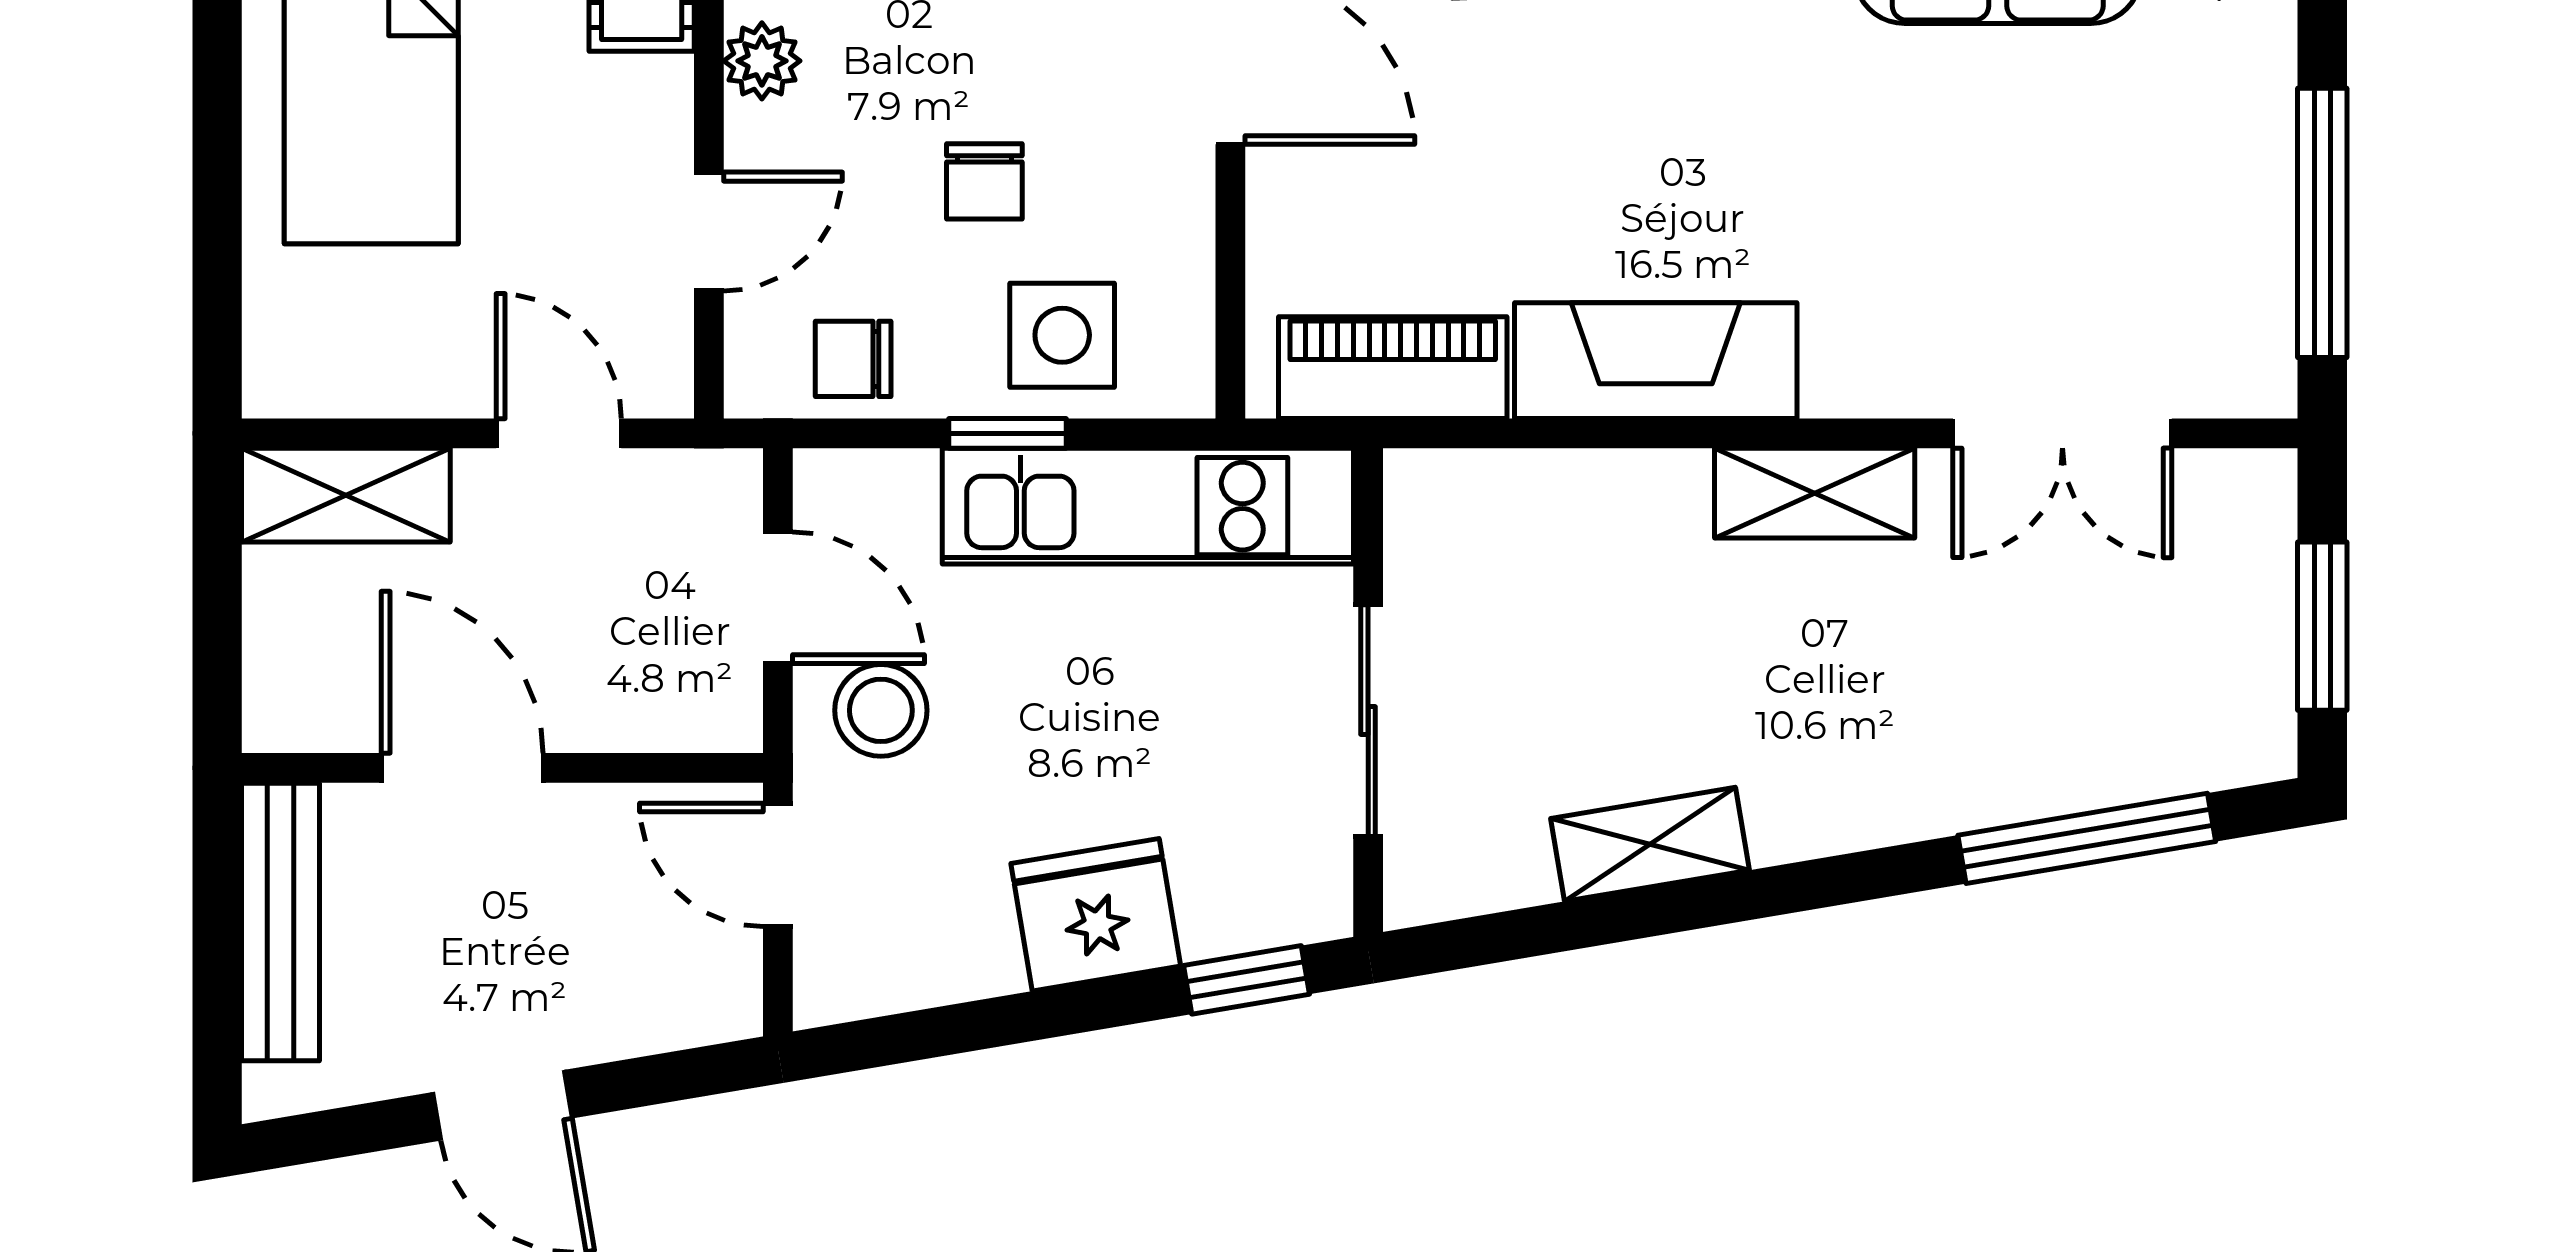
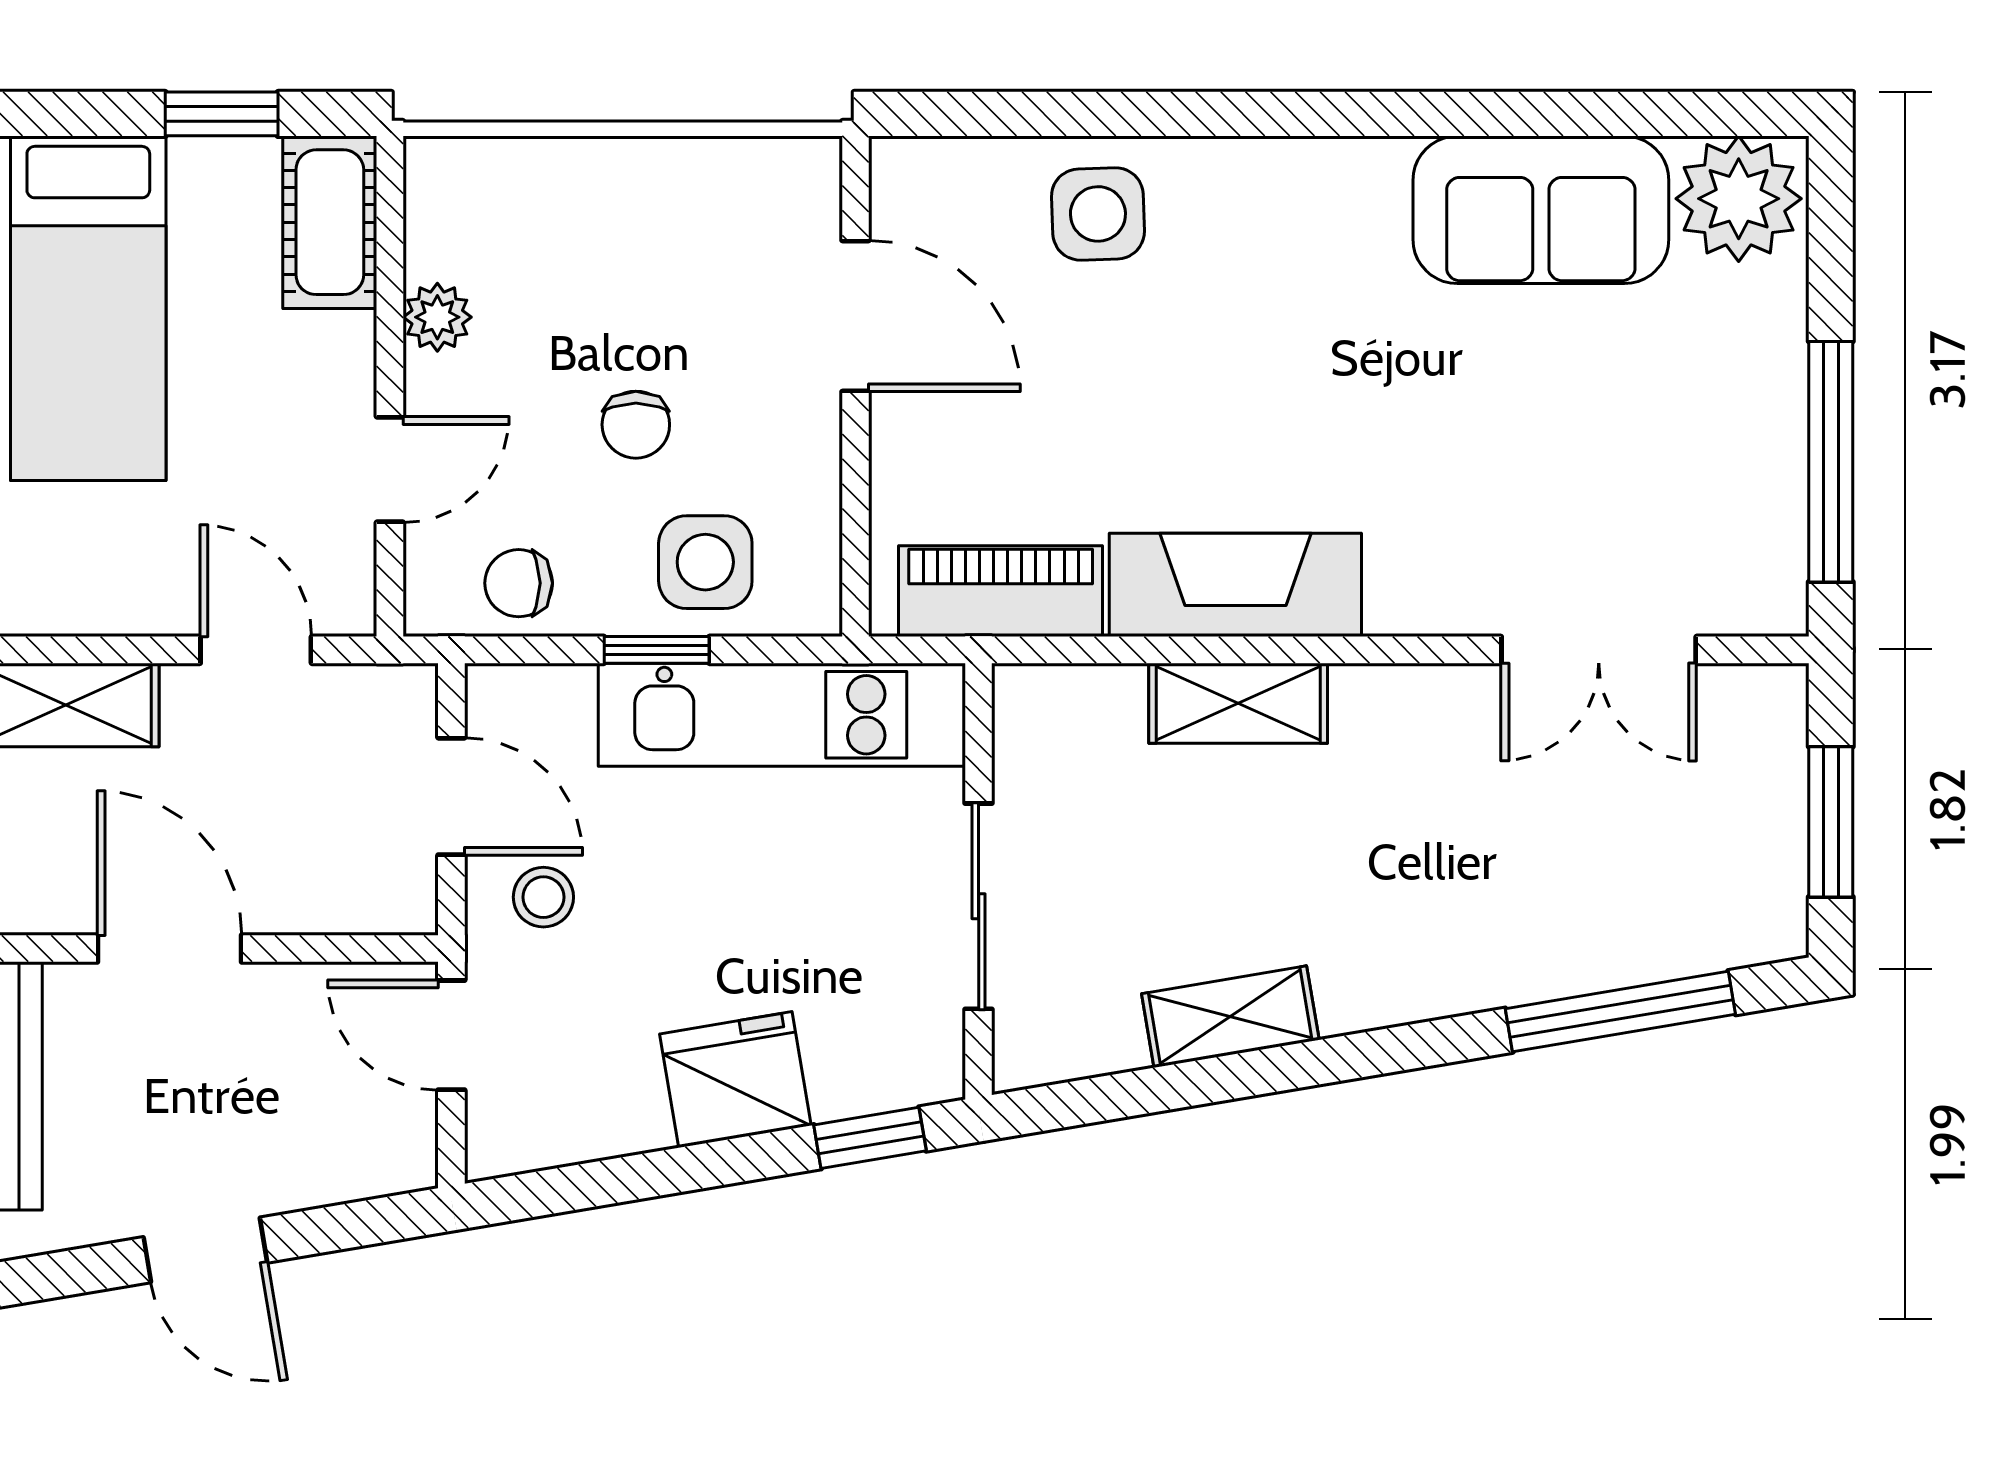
shelving: (1815, 493) -> (1238, 703), moved
stool: (881, 710) -> (543, 897), width x0.73, depth x0.73

